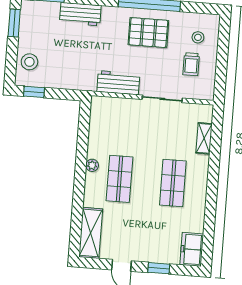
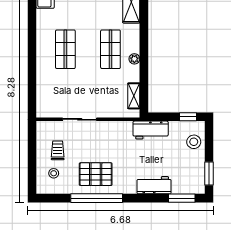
workbench: (118, 83) -> (151, 130), moved
shelving: (204, 138) -> (134, 96), moved

